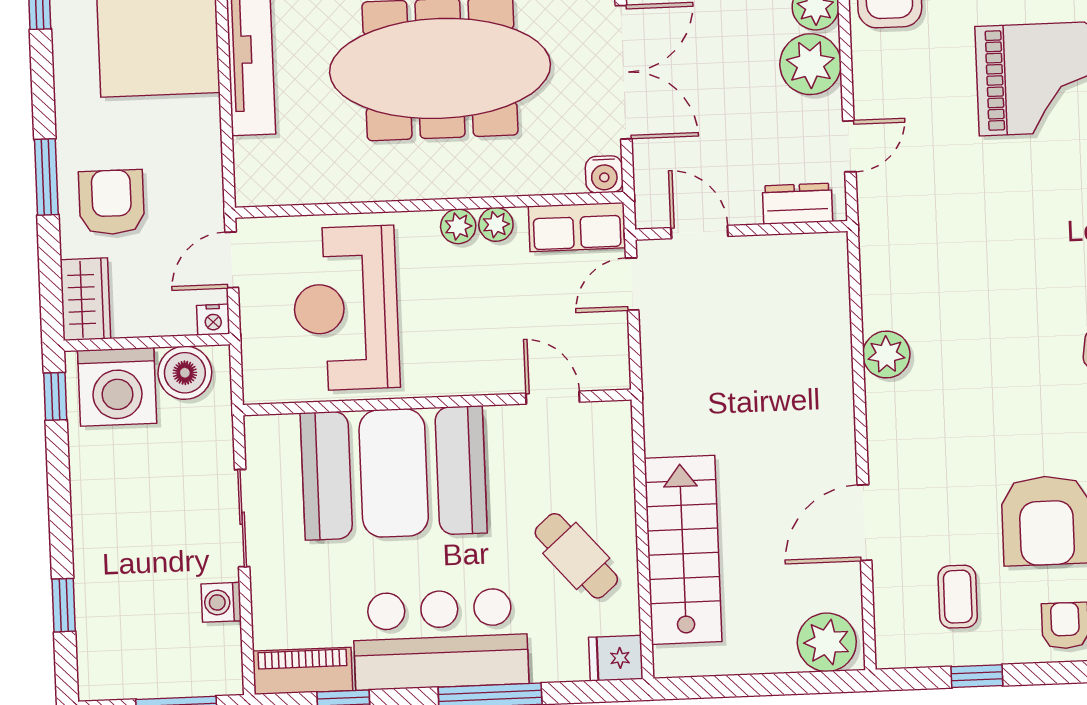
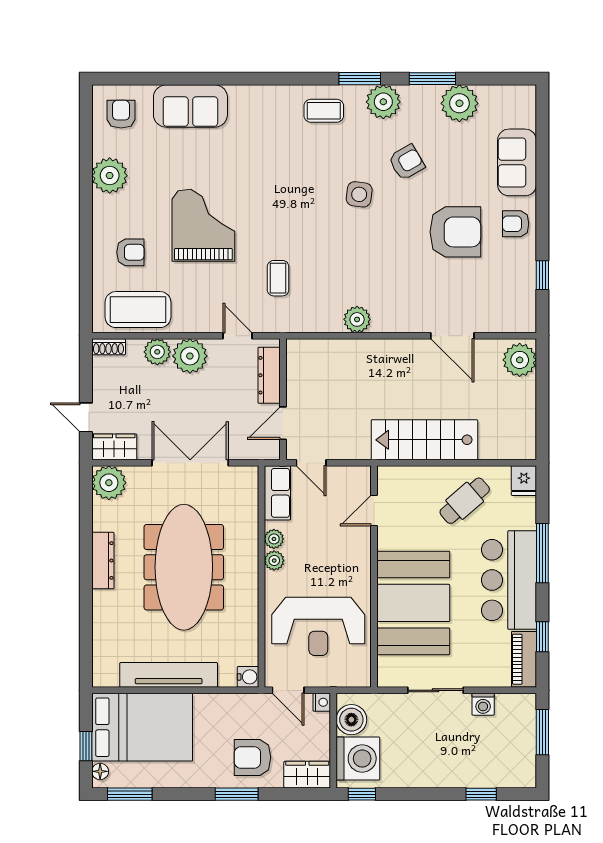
water cooler: (604, 174) -> (248, 677), moved
dresser: (797, 204) -> (269, 375), width x1.44
stairs: (683, 550) -> (424, 440), moved
coffee table: (958, 597) -> (278, 278), moved, turned 90

